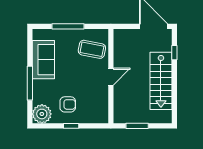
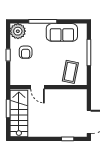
door: (111, 77) -> (38, 87), moved
stairs: (161, 81) -> (19, 113), moved, turned 90

